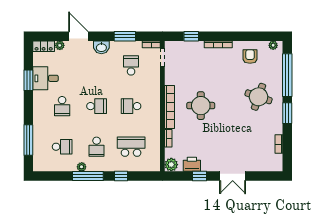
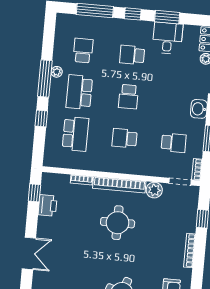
school desk: (131, 106) -> (125, 138), turned -90
window: (28, 109) -> (133, 14), added
school desk: (62, 147) -> (83, 51), turned 180
school desk: (97, 147) -> (79, 92), width x1.85
plant: (171, 165) -> (154, 190), moved
window: (199, 176) -> (34, 193), moved
double door: (233, 176) -> (29, 253), swing flipped

